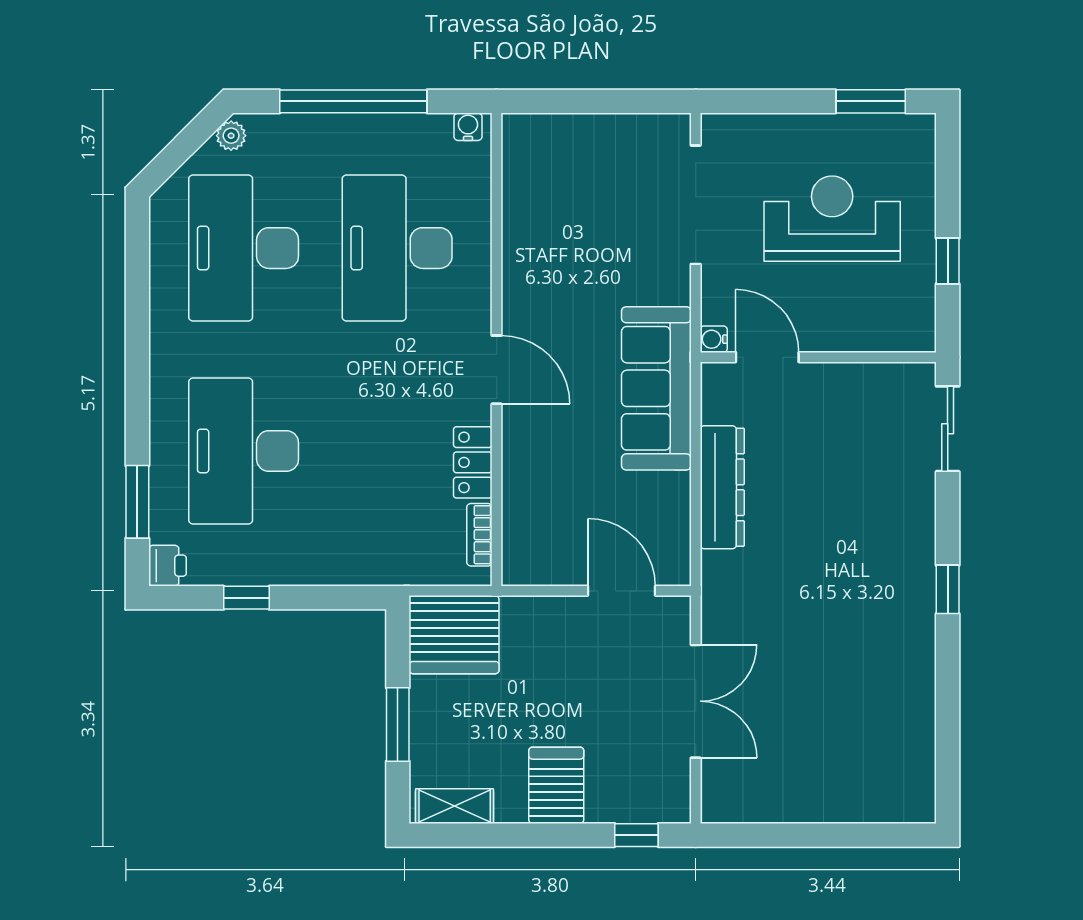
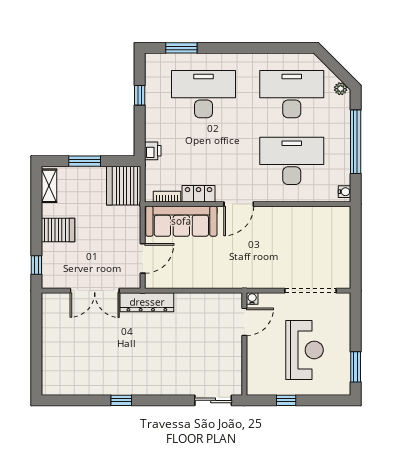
sofa: (656, 388) -> (181, 221), moved, turned 180
dresser: (722, 487) -> (147, 302), moved
printer: (168, 566) -> (153, 151), moved, turned -90
window: (948, 589) -> (121, 400), moved

